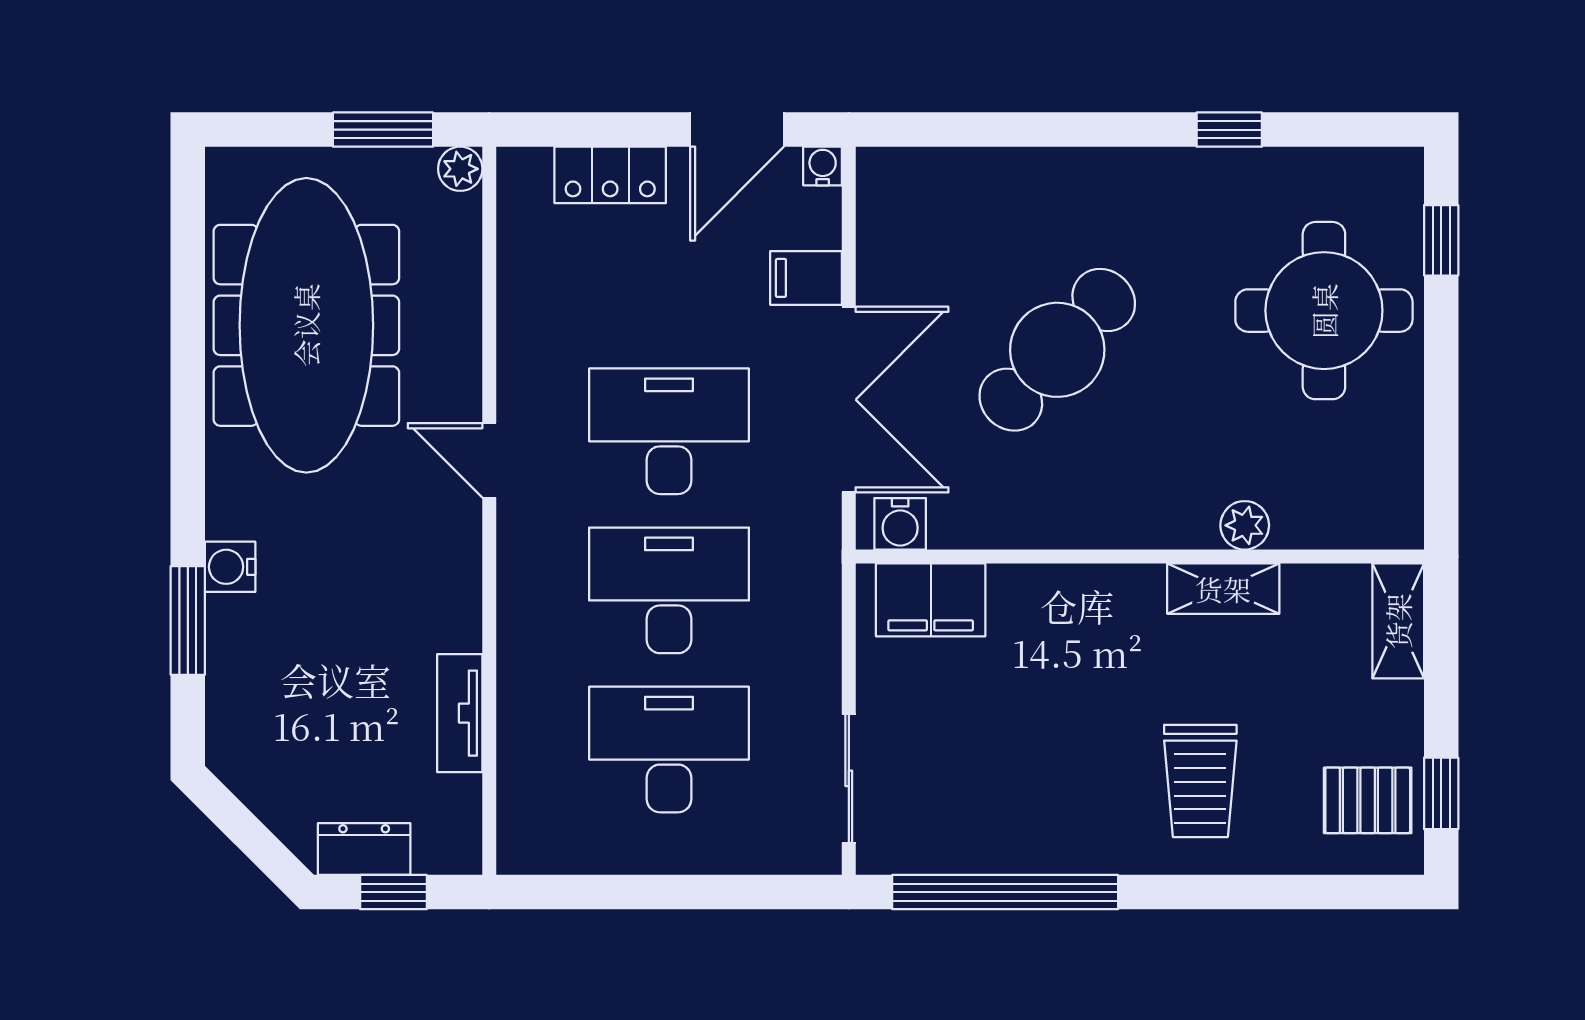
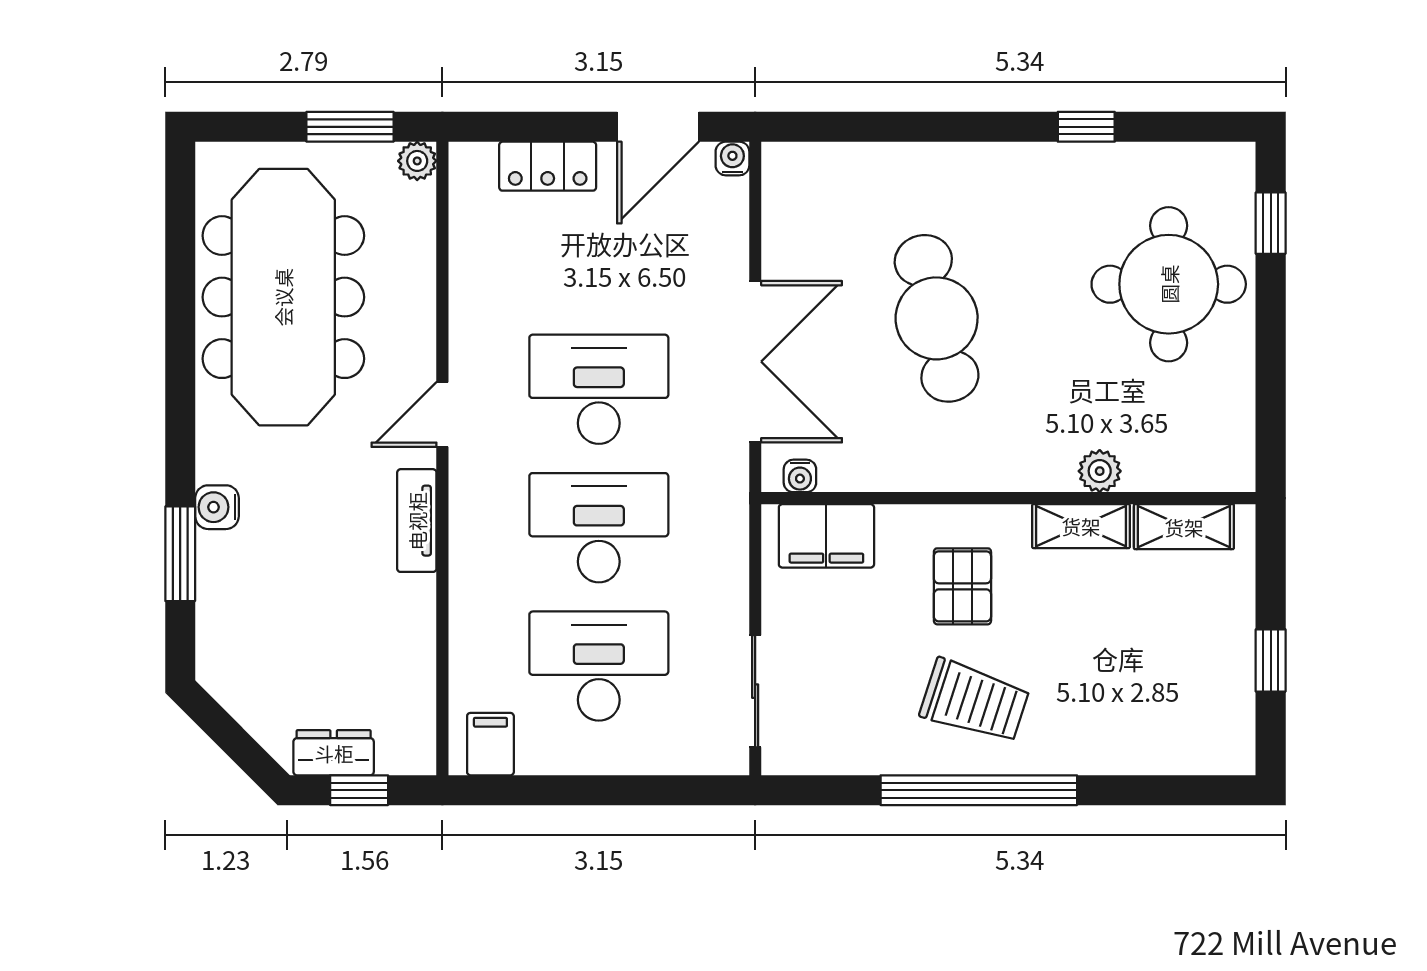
filing cabinet: (806, 278) -> (490, 744), moved, turned 90
cafe table: (1057, 350) -> (937, 318), turned -56
door: (489, 460) -> (442, 415), hinge flipped
water cooler: (900, 524) -> (800, 476), width x0.72, depth x0.72
shelving: (1398, 621) -> (1184, 527), moved, turned 90
tv unit: (460, 713) -> (417, 521), moved
trolley: (1200, 781) -> (975, 701), moved, turned -72
window: (1441, 793) -> (1271, 660), moved
pallet: (1368, 800) -> (962, 586), moved, turned 90
window: (1005, 892) -> (979, 790), moved

